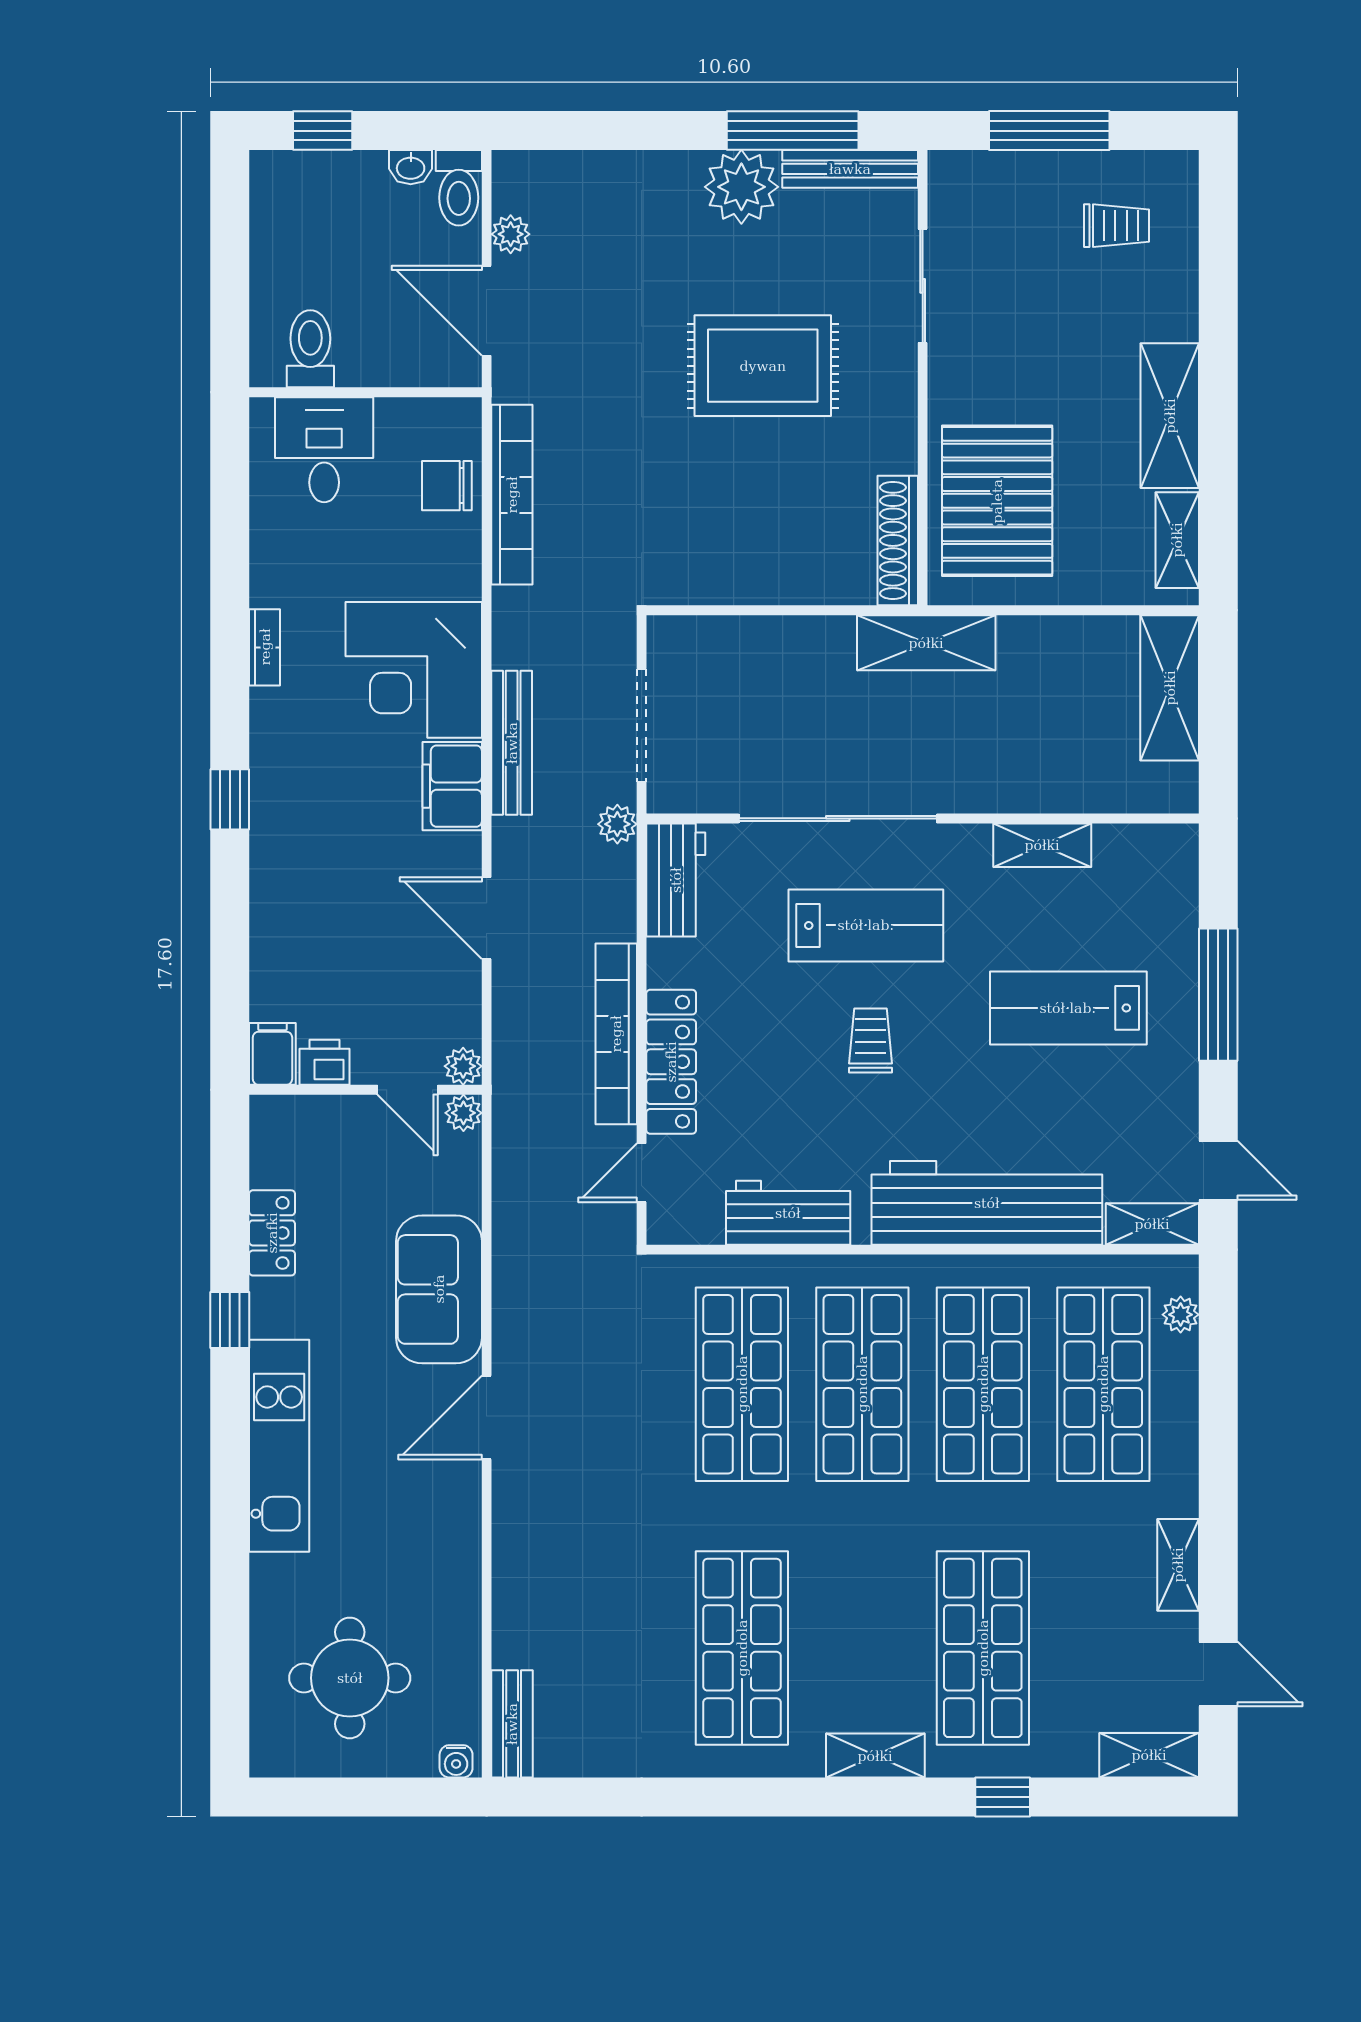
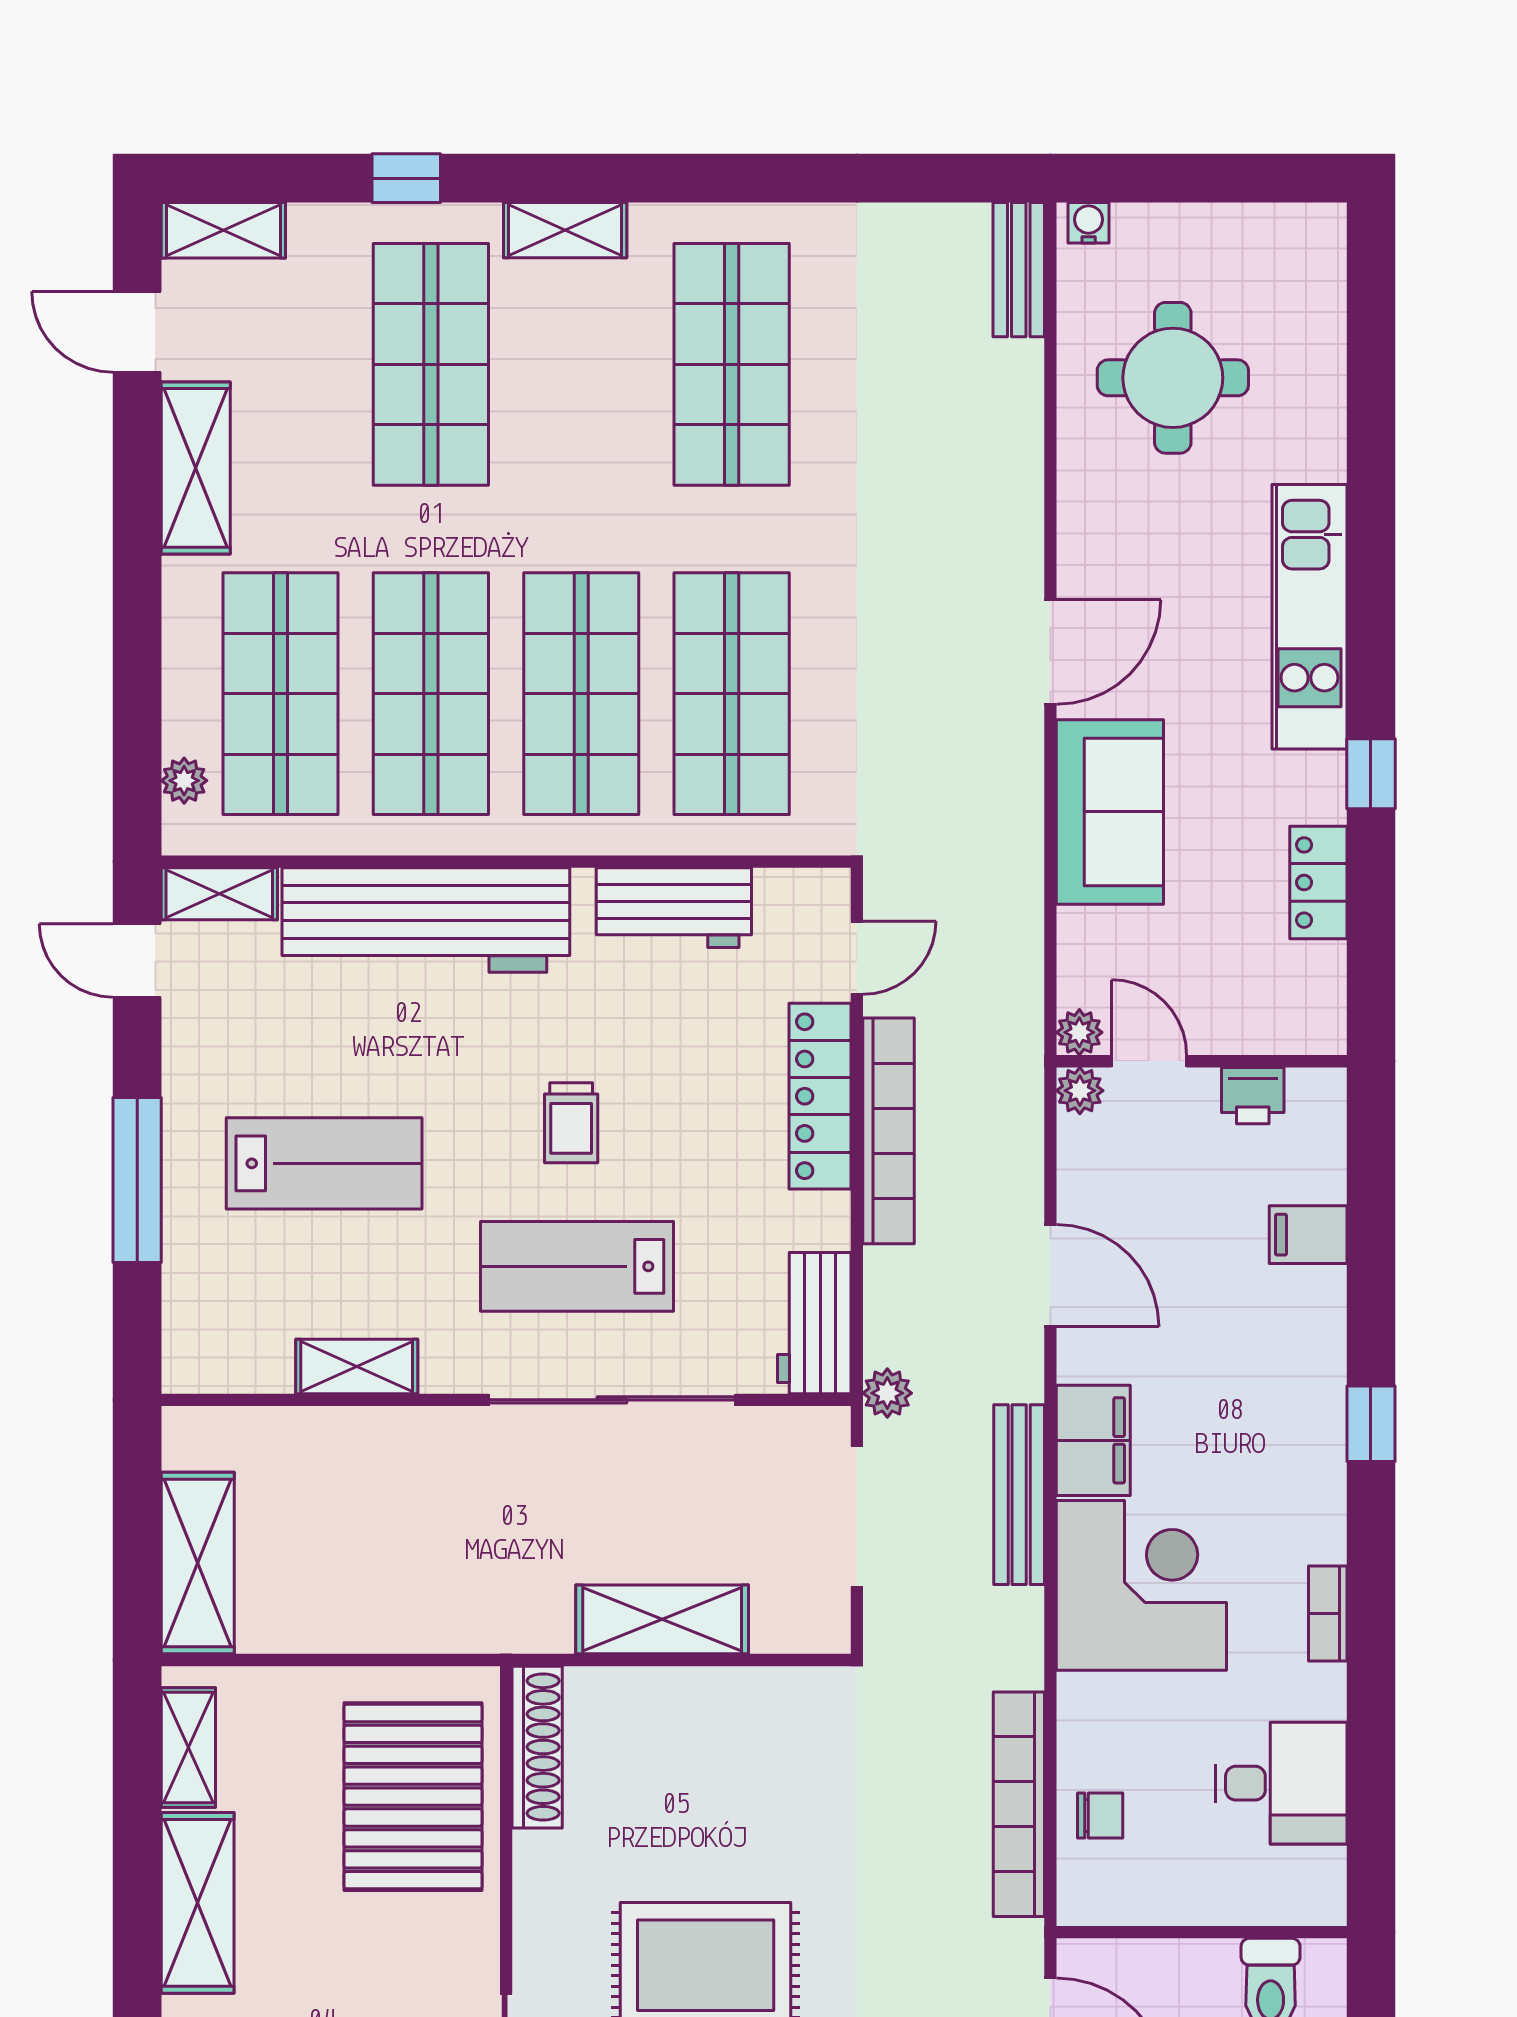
desk: (324, 450) -> (1281, 1783), moved, turned -90
chair: (447, 486) -> (1100, 1816), width x0.73, depth x0.73
shelving: (926, 643) -> (662, 1619), moved
filing cabinet: (272, 1054) -> (1308, 1235), moved, turned 90
shelving: (1178, 1565) -> (196, 468), width x1.50, depth x1.33
round table: (350, 1678) -> (1173, 378), moved

